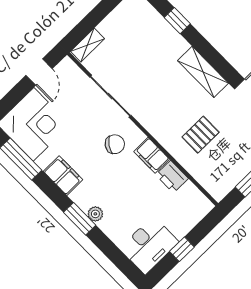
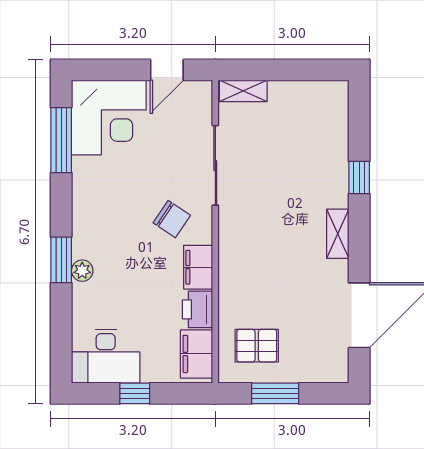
window: (177, 21) -> (359, 178), moved
shelving: (203, 72) -> (338, 234), width x0.67, depth x0.75
pallet: (201, 135) -> (257, 346), moved
filing cabinet: (63, 176) -> (197, 354), moved, turned 180

